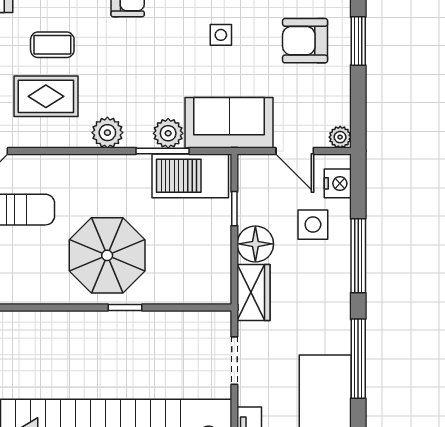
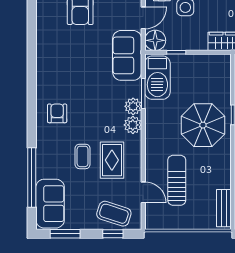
side table: (221, 35) -> (77, 60), removed
plant: (168, 133) -> (133, 106), moved
floor lamp: (255, 244) -> (155, 40), moved

